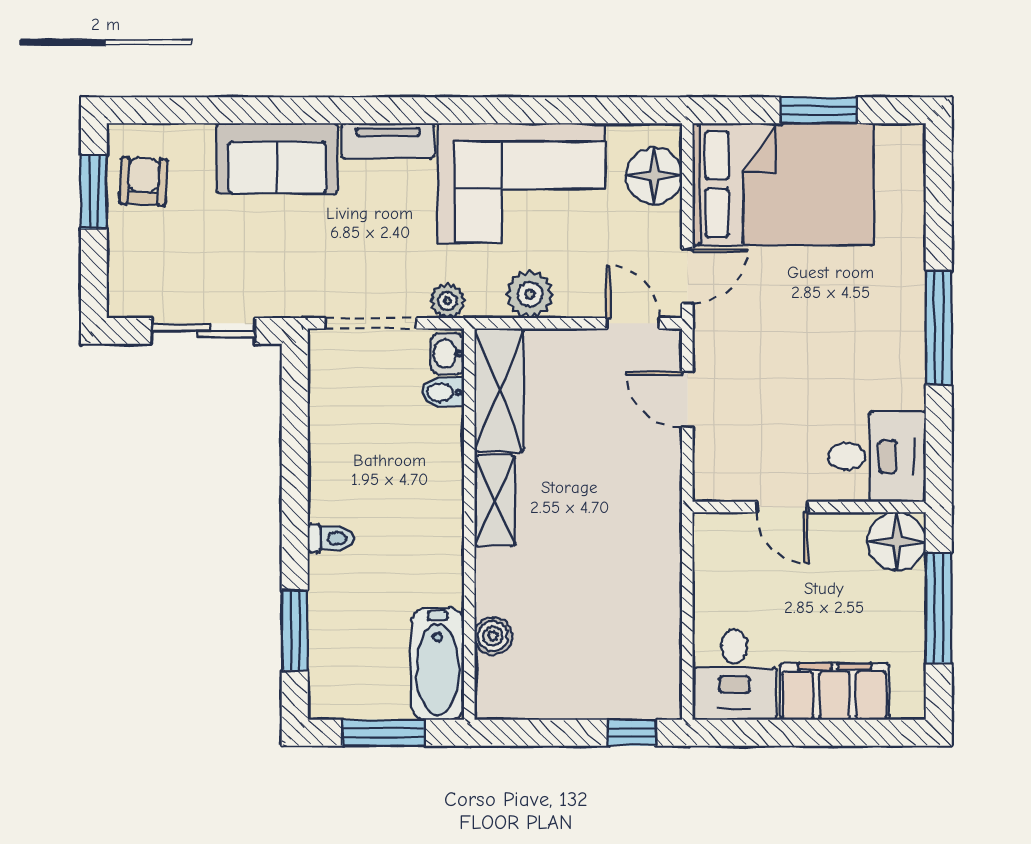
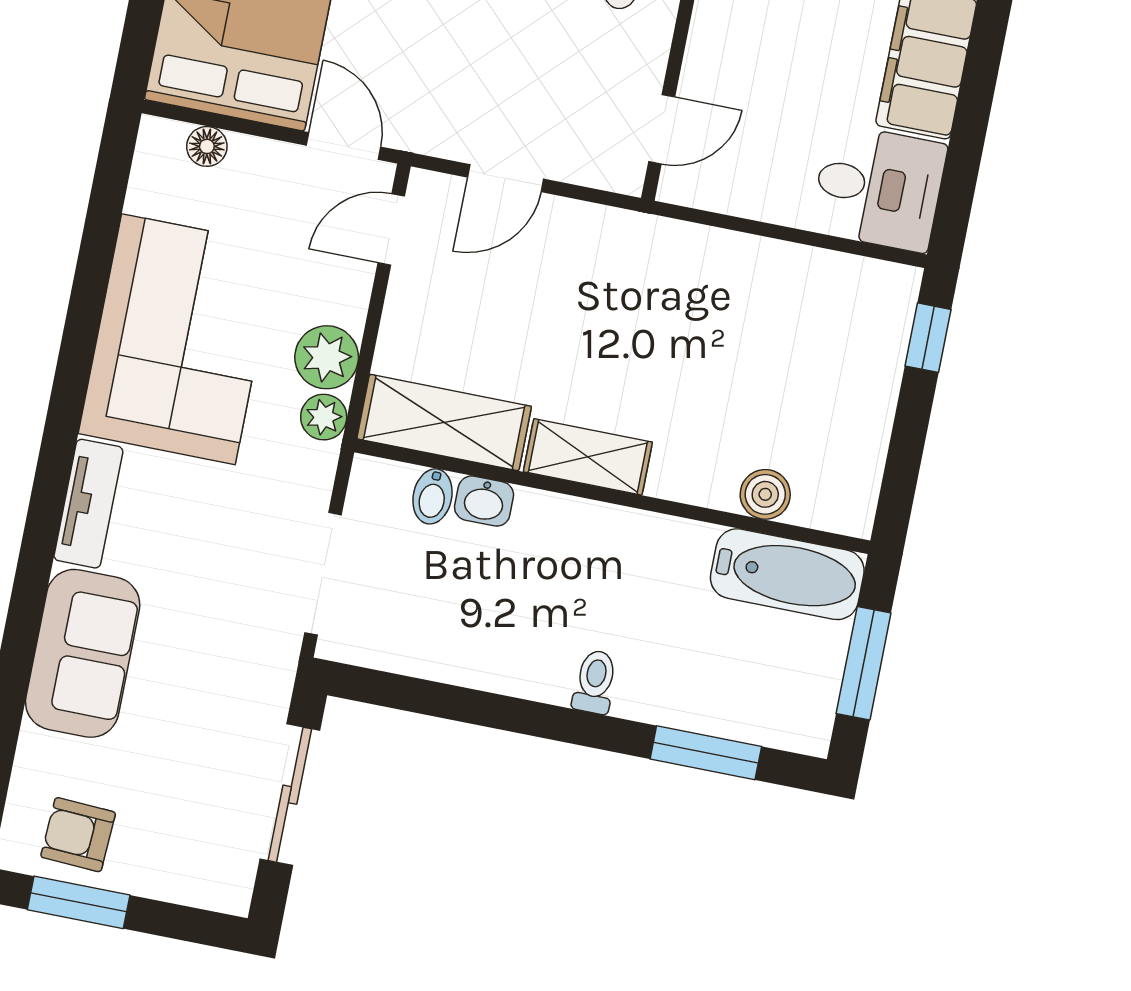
floor lamp: (654, 176) -> (207, 146), width x0.53, depth x0.53
plant: (448, 301) -> (324, 417), moved
washbasin: (447, 354) -> (484, 501), moved
door: (782, 507) -> (662, 129), moved

